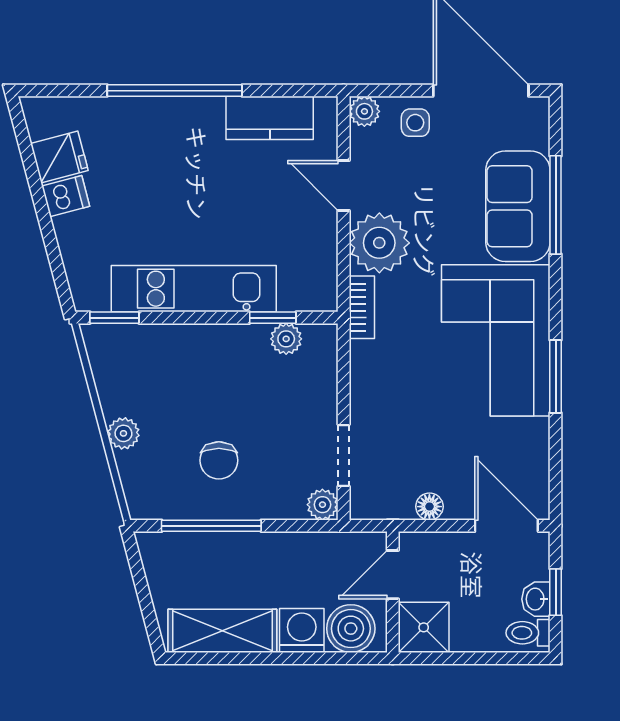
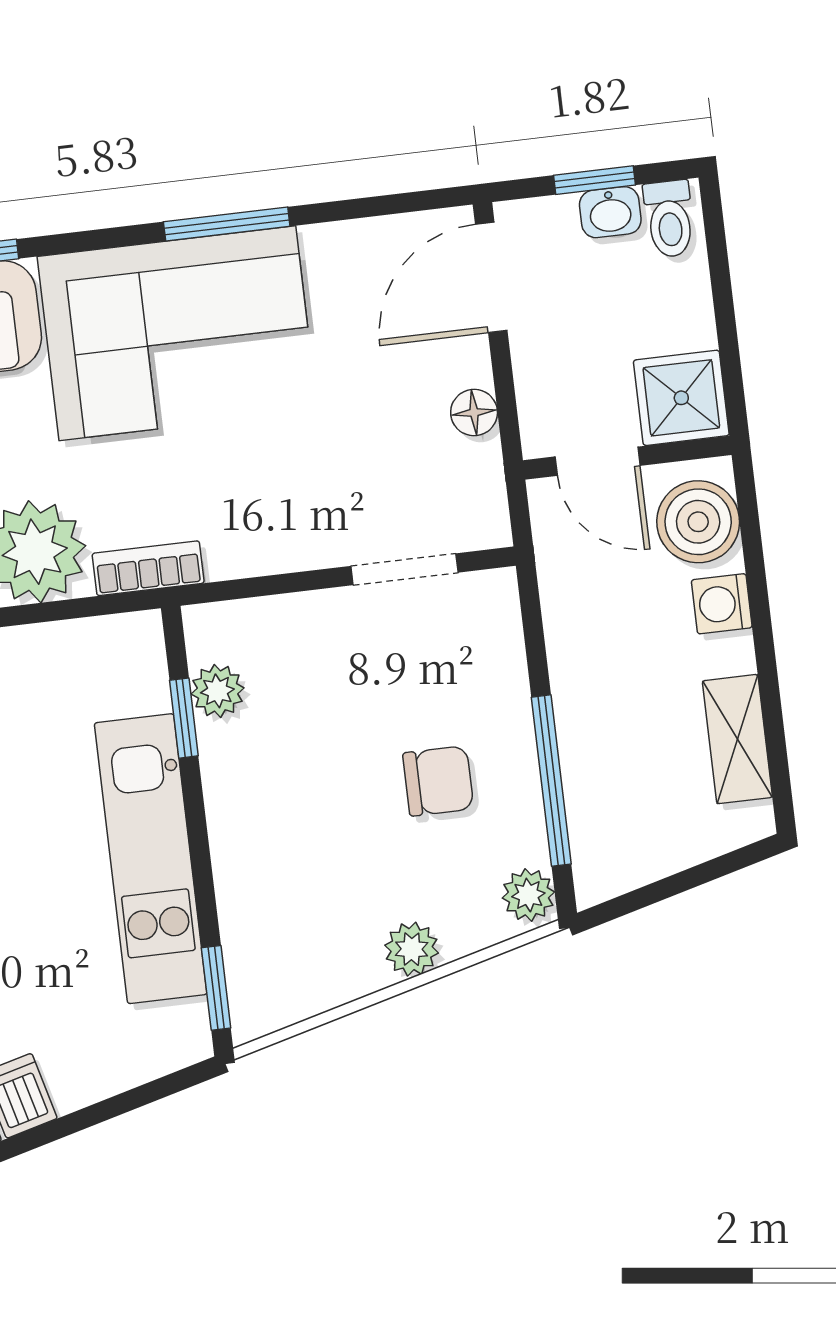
plant: (322, 505) -> (528, 895), moved
shelving: (222, 631) -> (737, 739), width x0.67, depth x0.75
washing machine: (302, 631) -> (722, 604), width x0.73, depth x0.73

